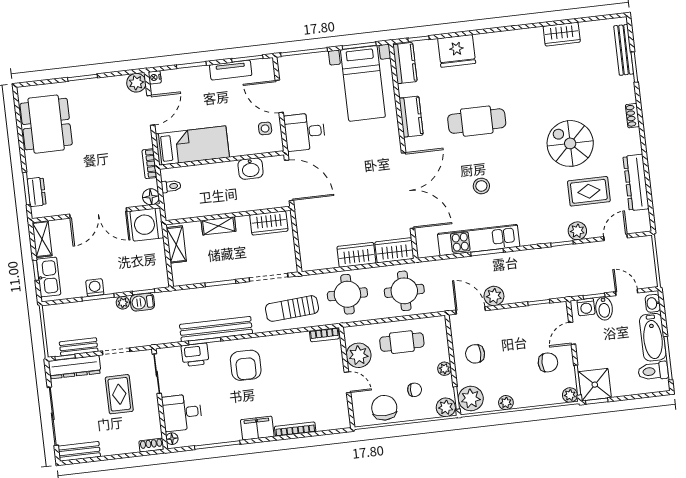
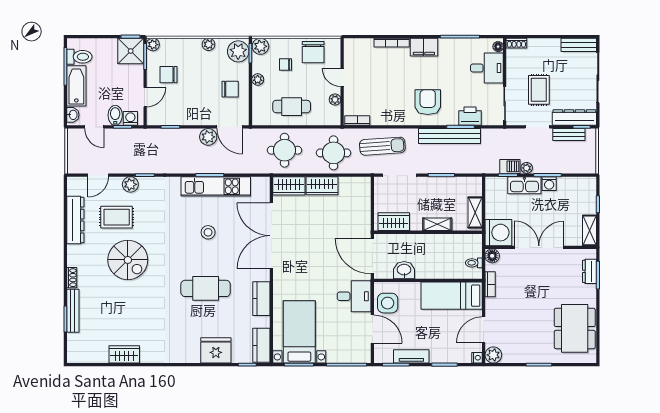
bench: (624, 50) -> (73, 311), moved
side table: (265, 128) -> (388, 303), width x1.87, depth x1.87
kitchen sink: (49, 277) -> (524, 185), moved, turned -90
plant: (359, 355) -> (335, 100), width x0.53, depth x0.53

